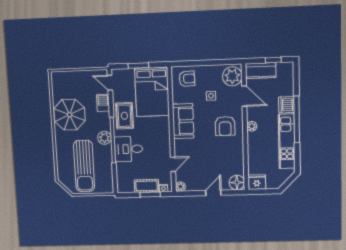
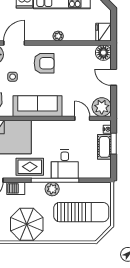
sofa: (183, 121) -> (37, 106), width x1.36
plant: (252, 126) -> (58, 36), moved
plant: (180, 187) -> (102, 107), width x1.87, depth x1.87

